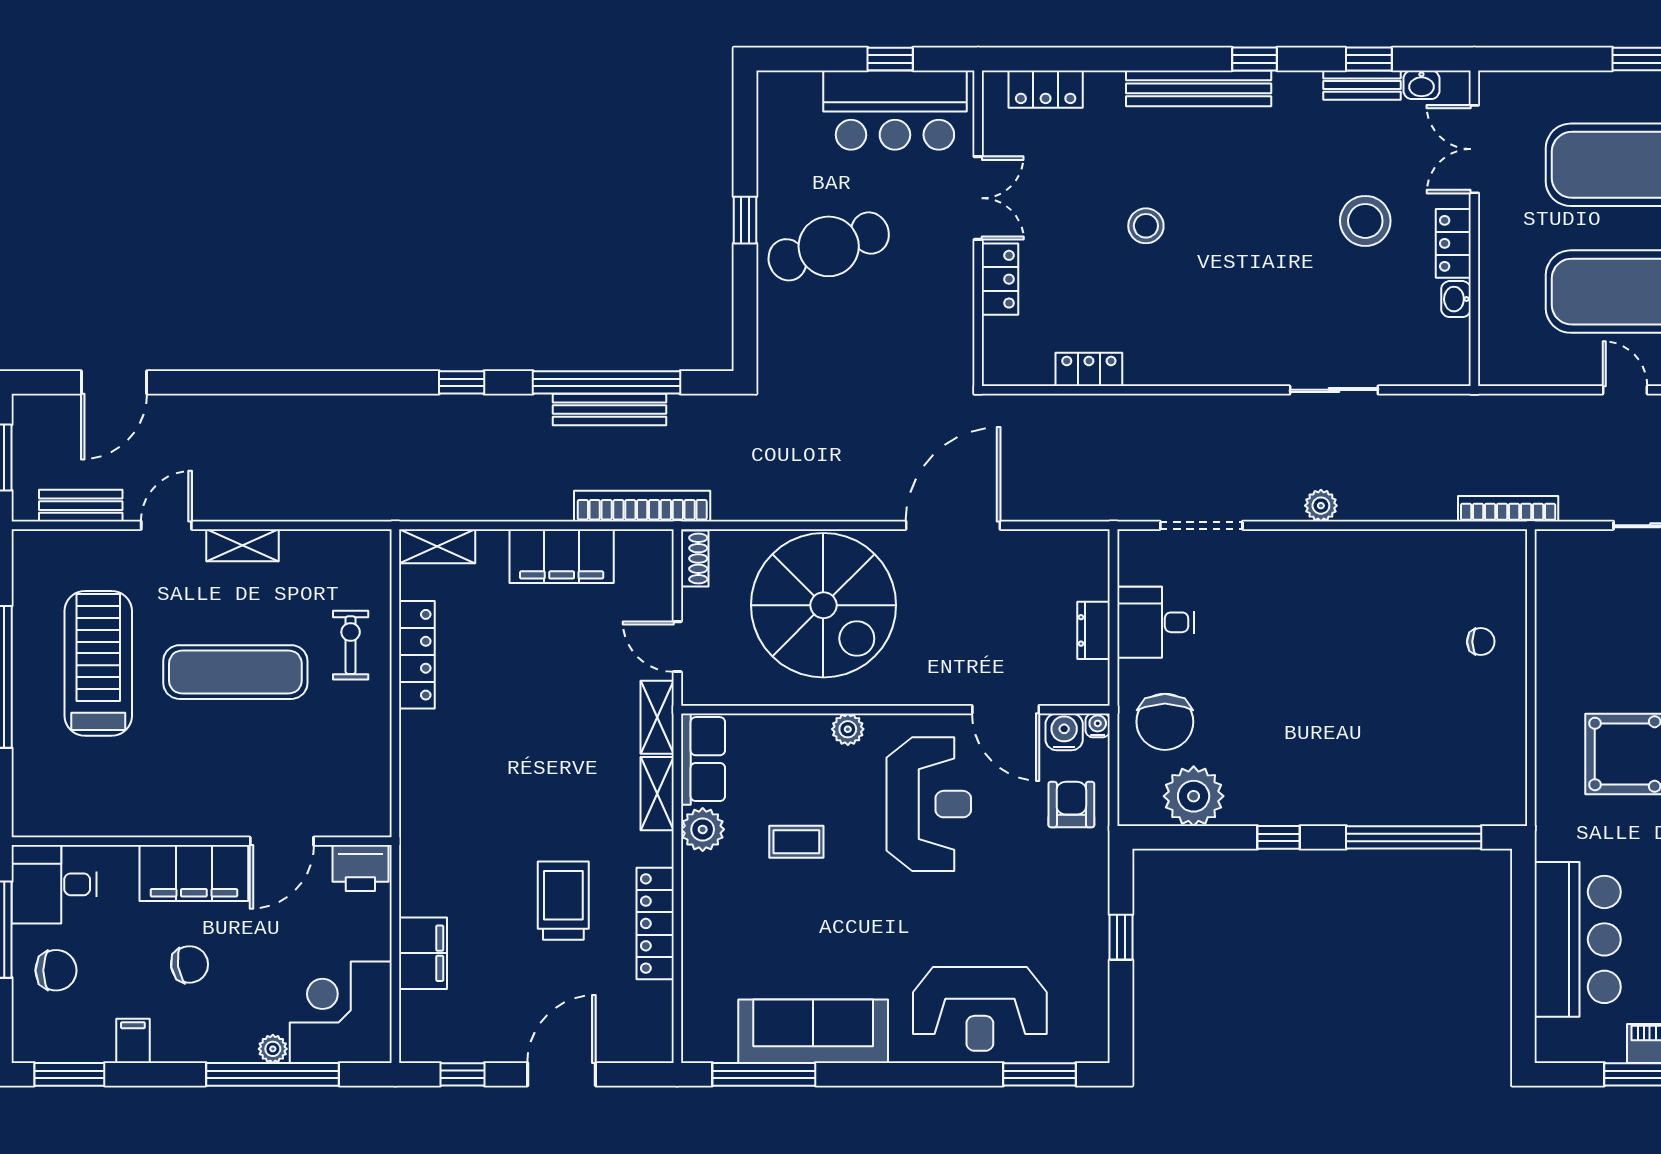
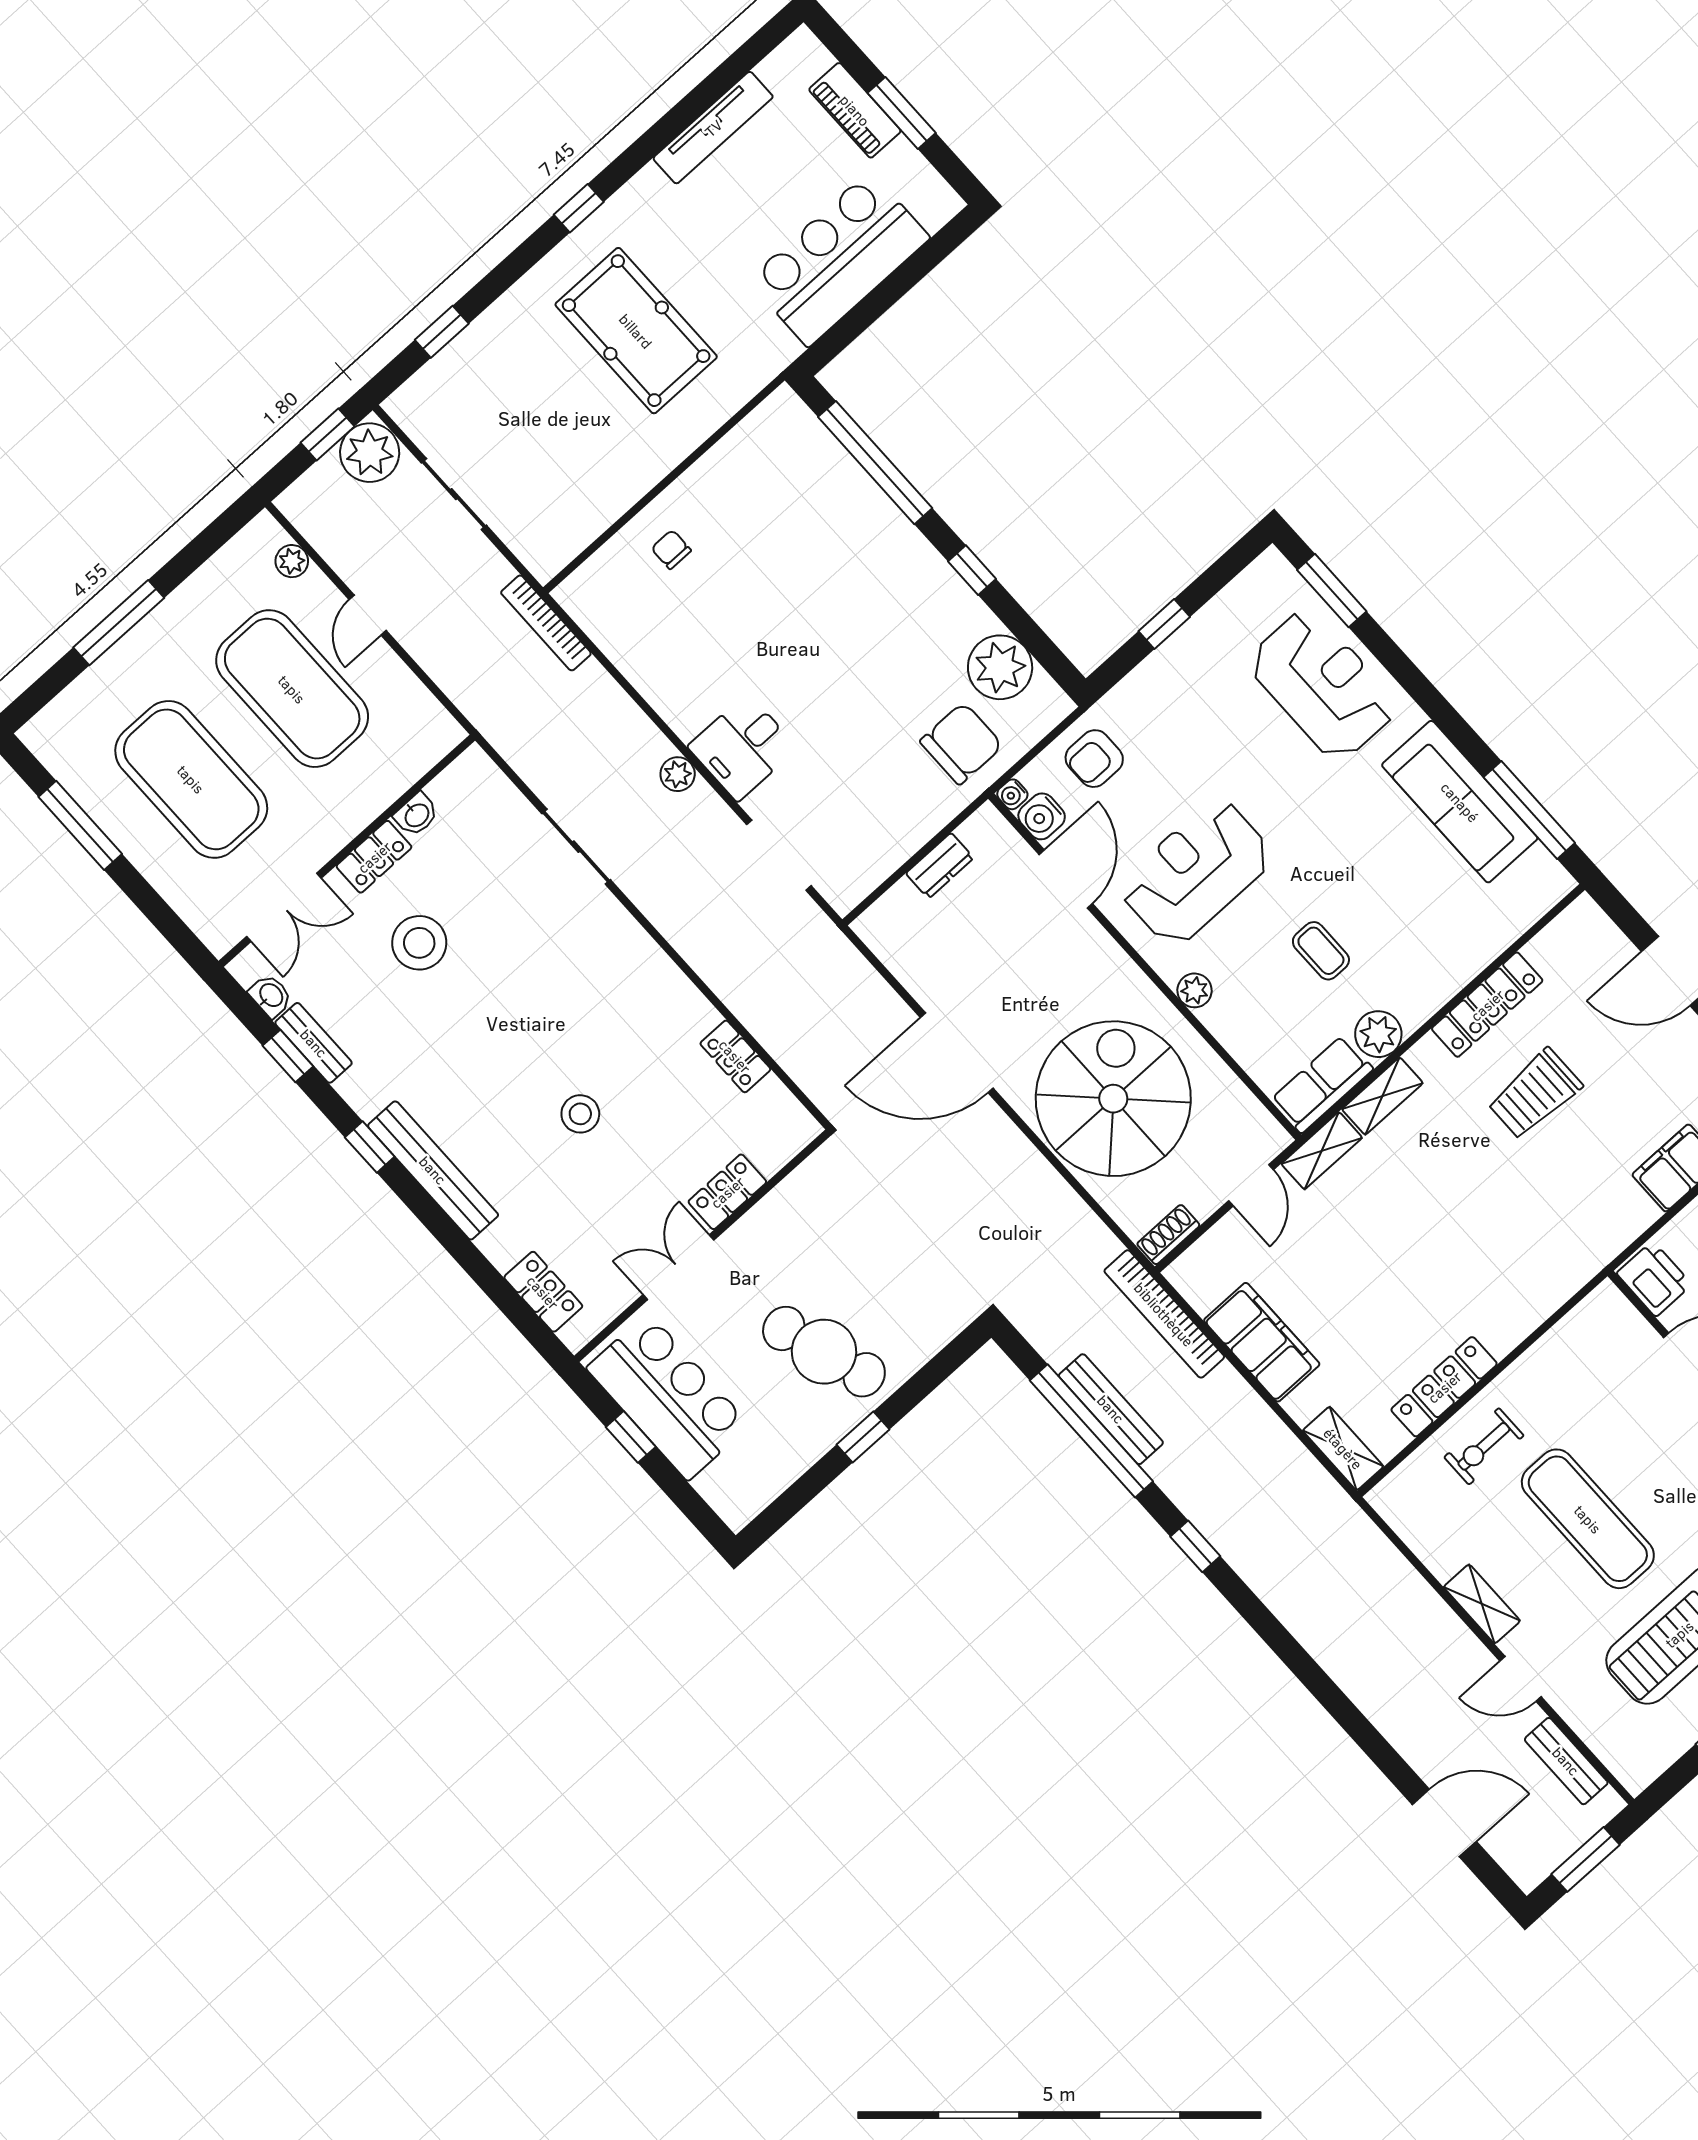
desk: (1156, 622) -> (743, 747), moved, turned 90

